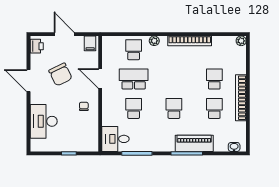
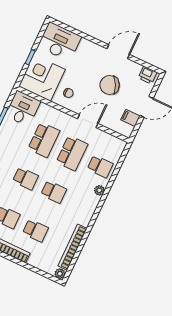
bookcase: (190, 41) -> (72, 247), moved
filing cabinet: (90, 43) -> (130, 118), moved
school desk: (174, 79) -> (54, 192), added
school desk: (134, 108) -> (44, 140), width x1.85
desk: (44, 121) -> (60, 42), moved
corner desk: (82, 135) -> (42, 78), added

